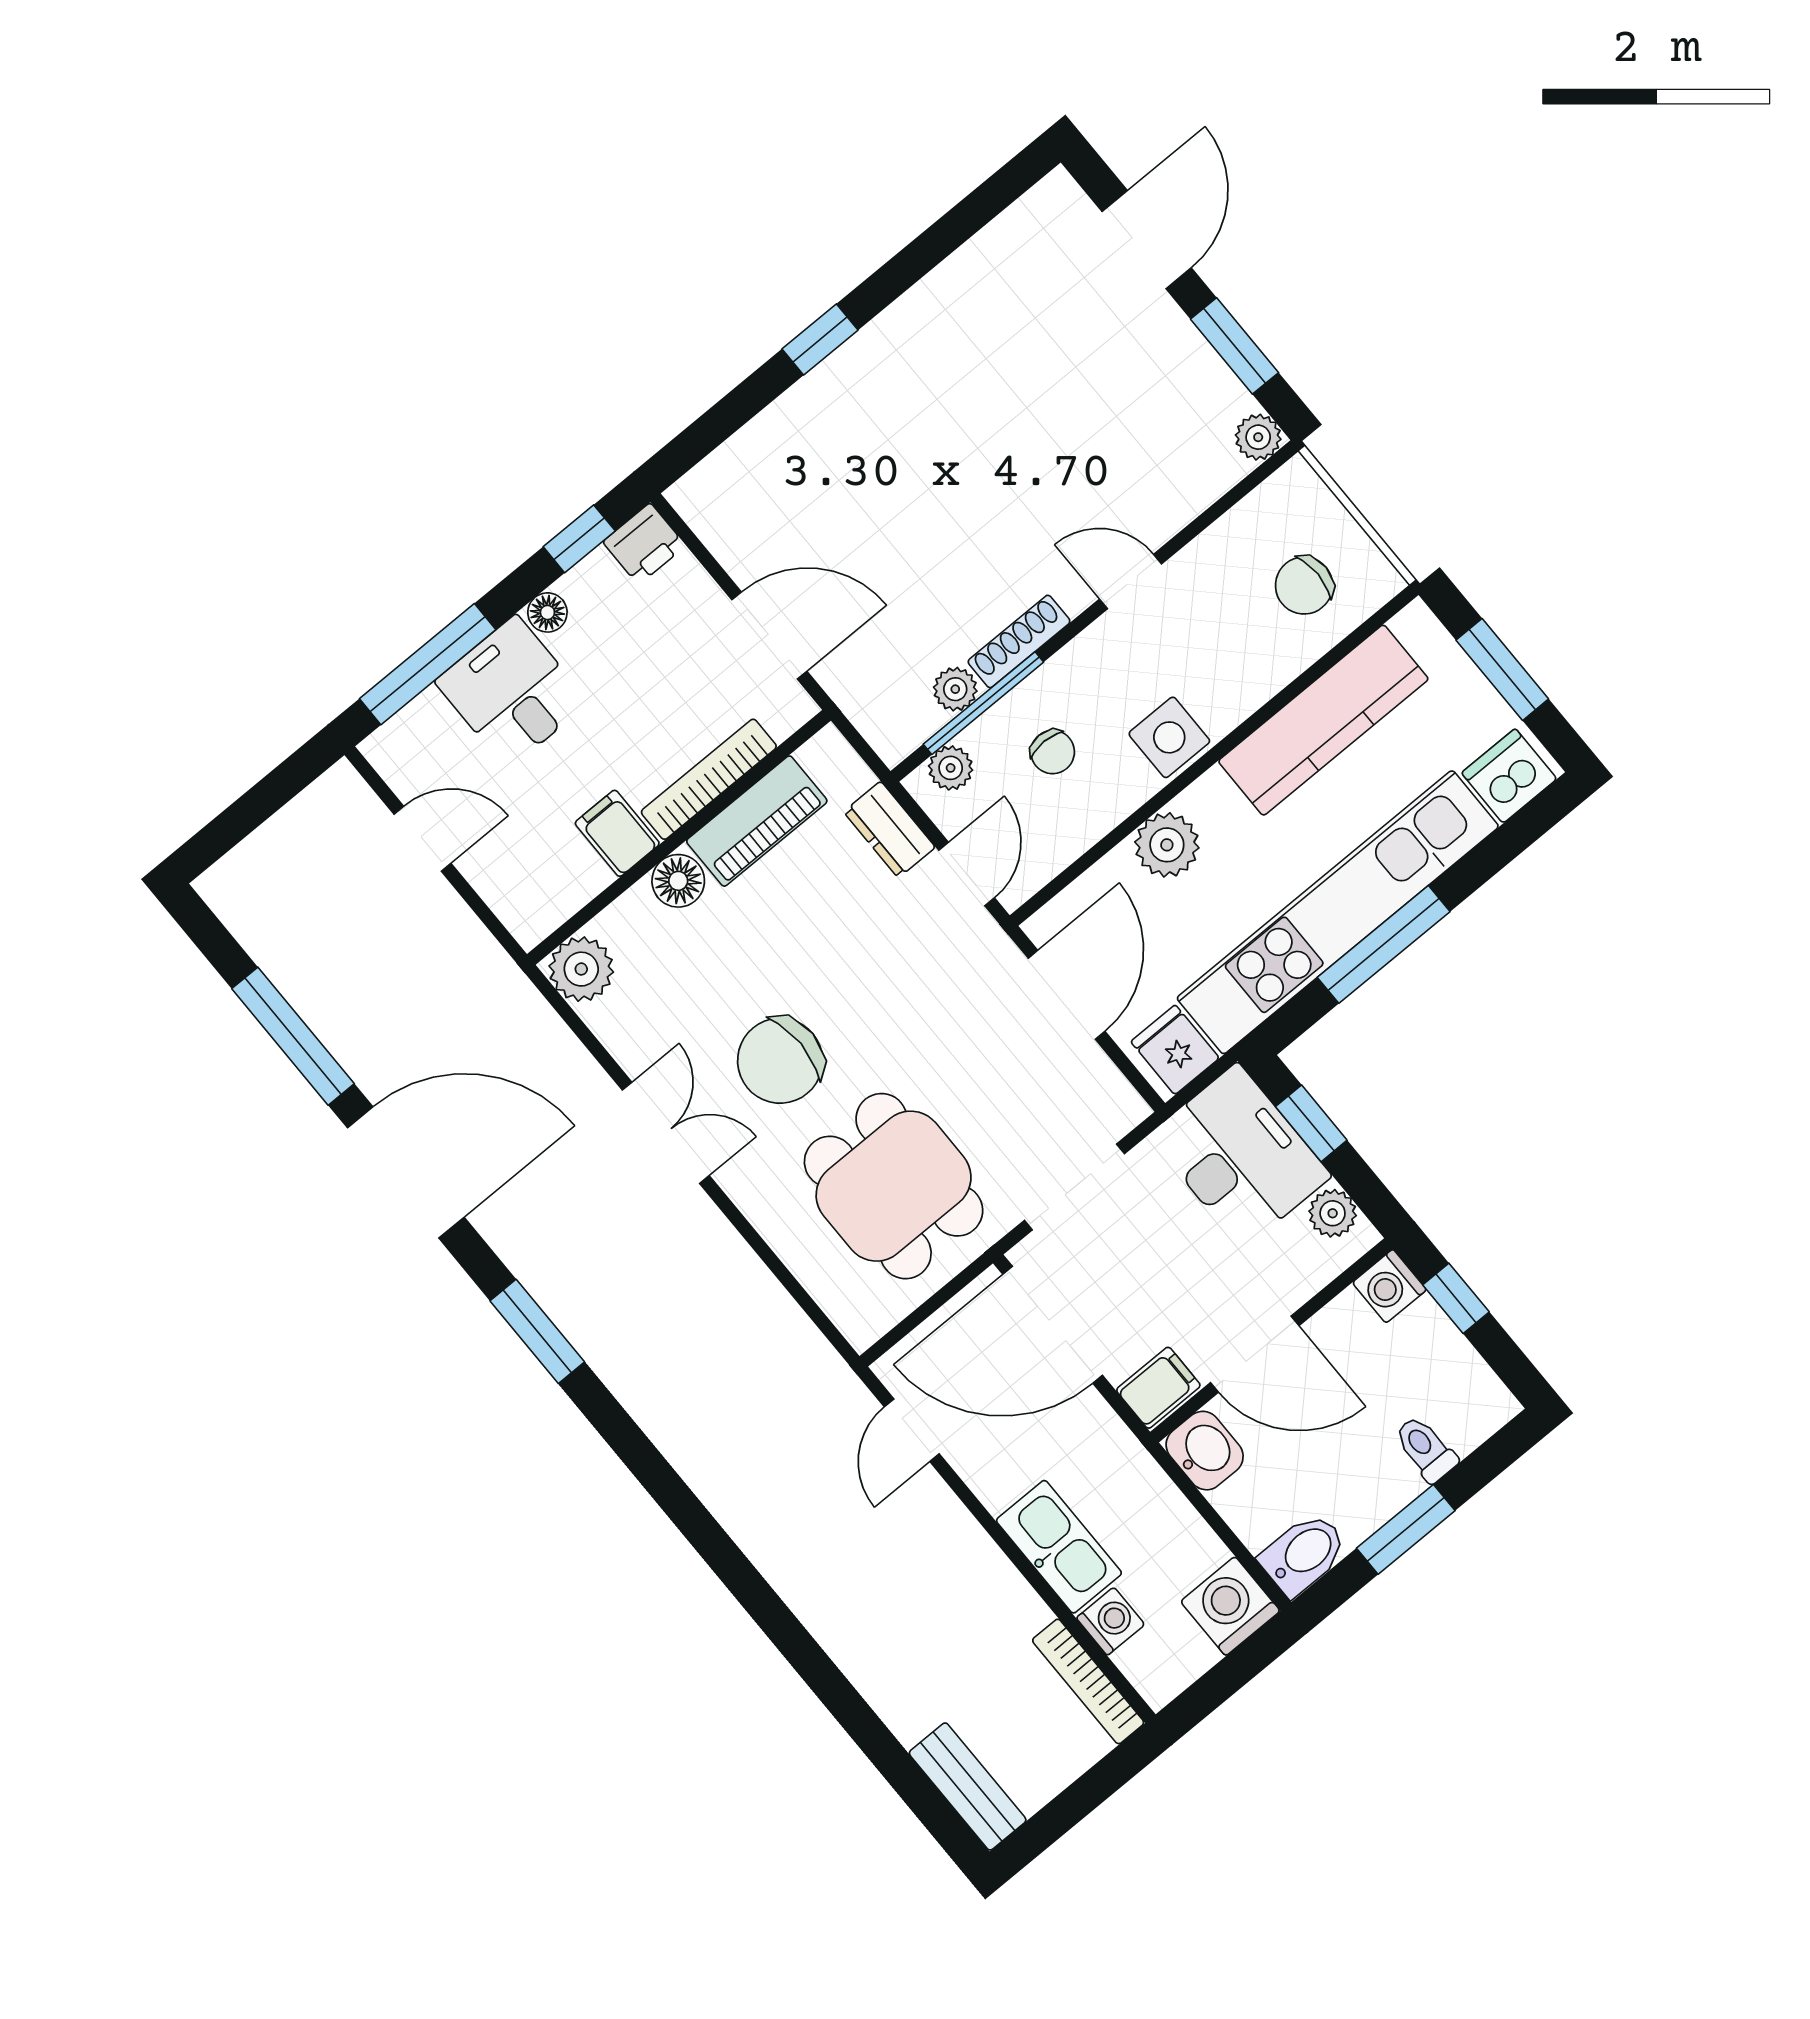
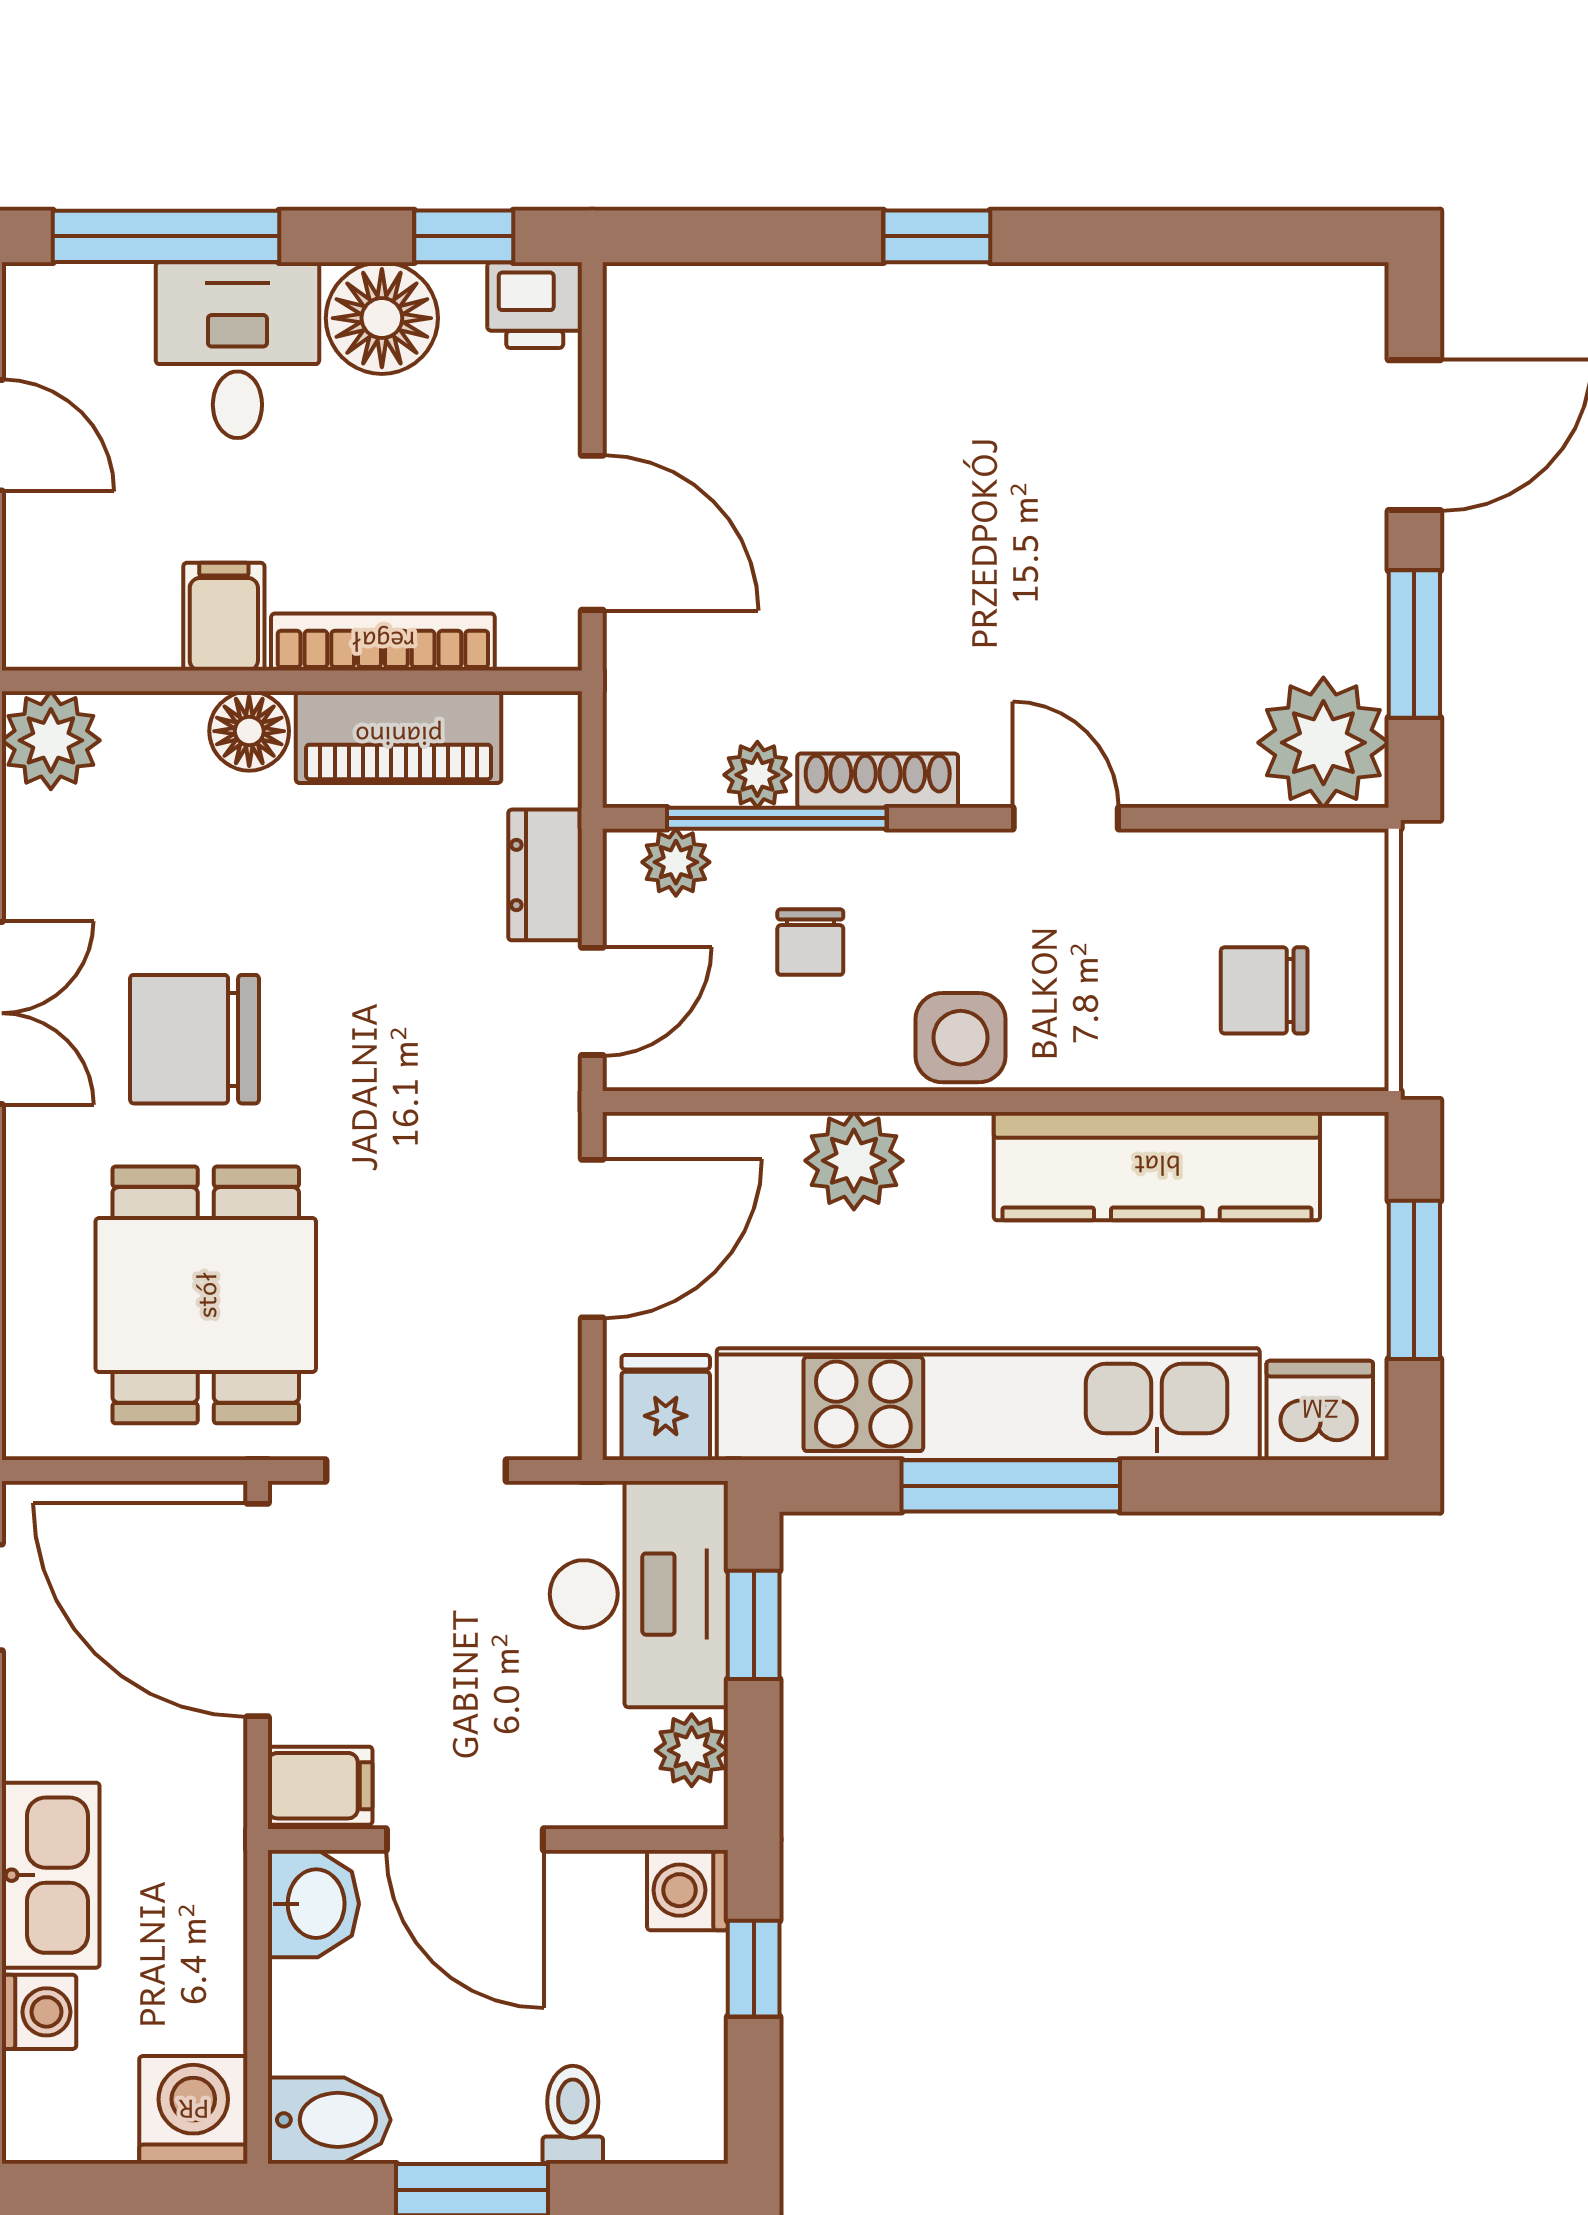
plant: (1258, 437) -> (1323, 743), width x1.87, depth x1.87
floor lamp: (547, 612) -> (382, 318), width x1.89, depth x1.89

